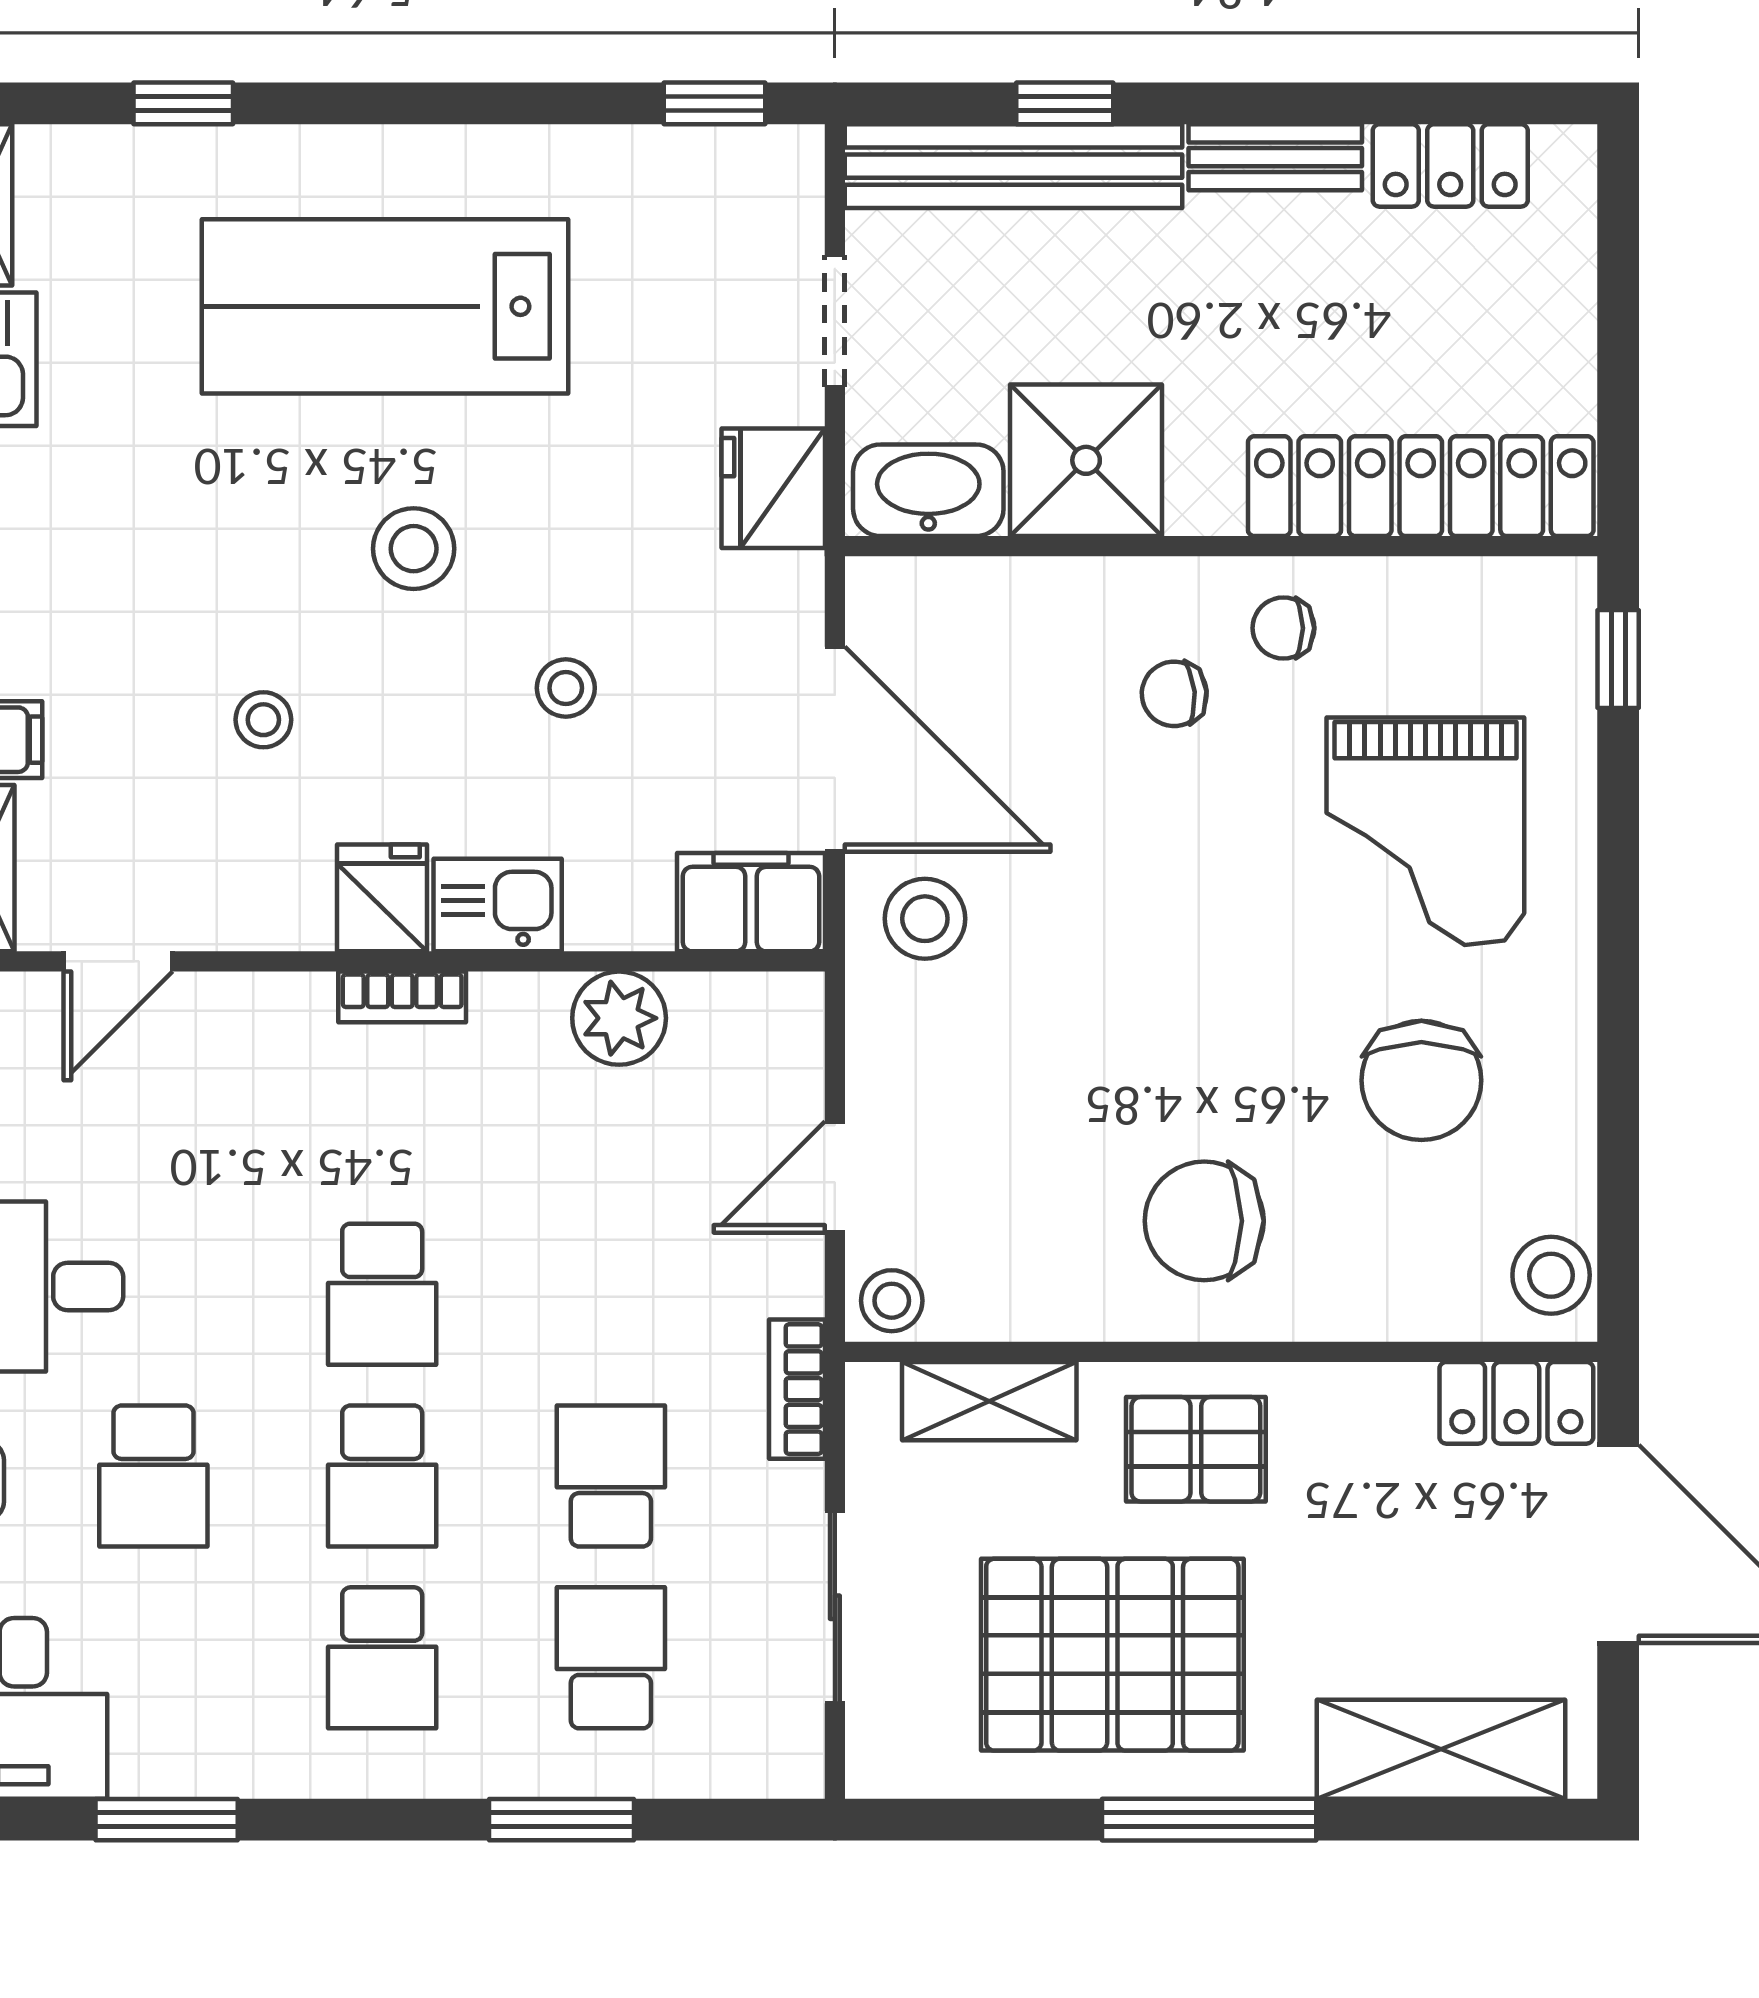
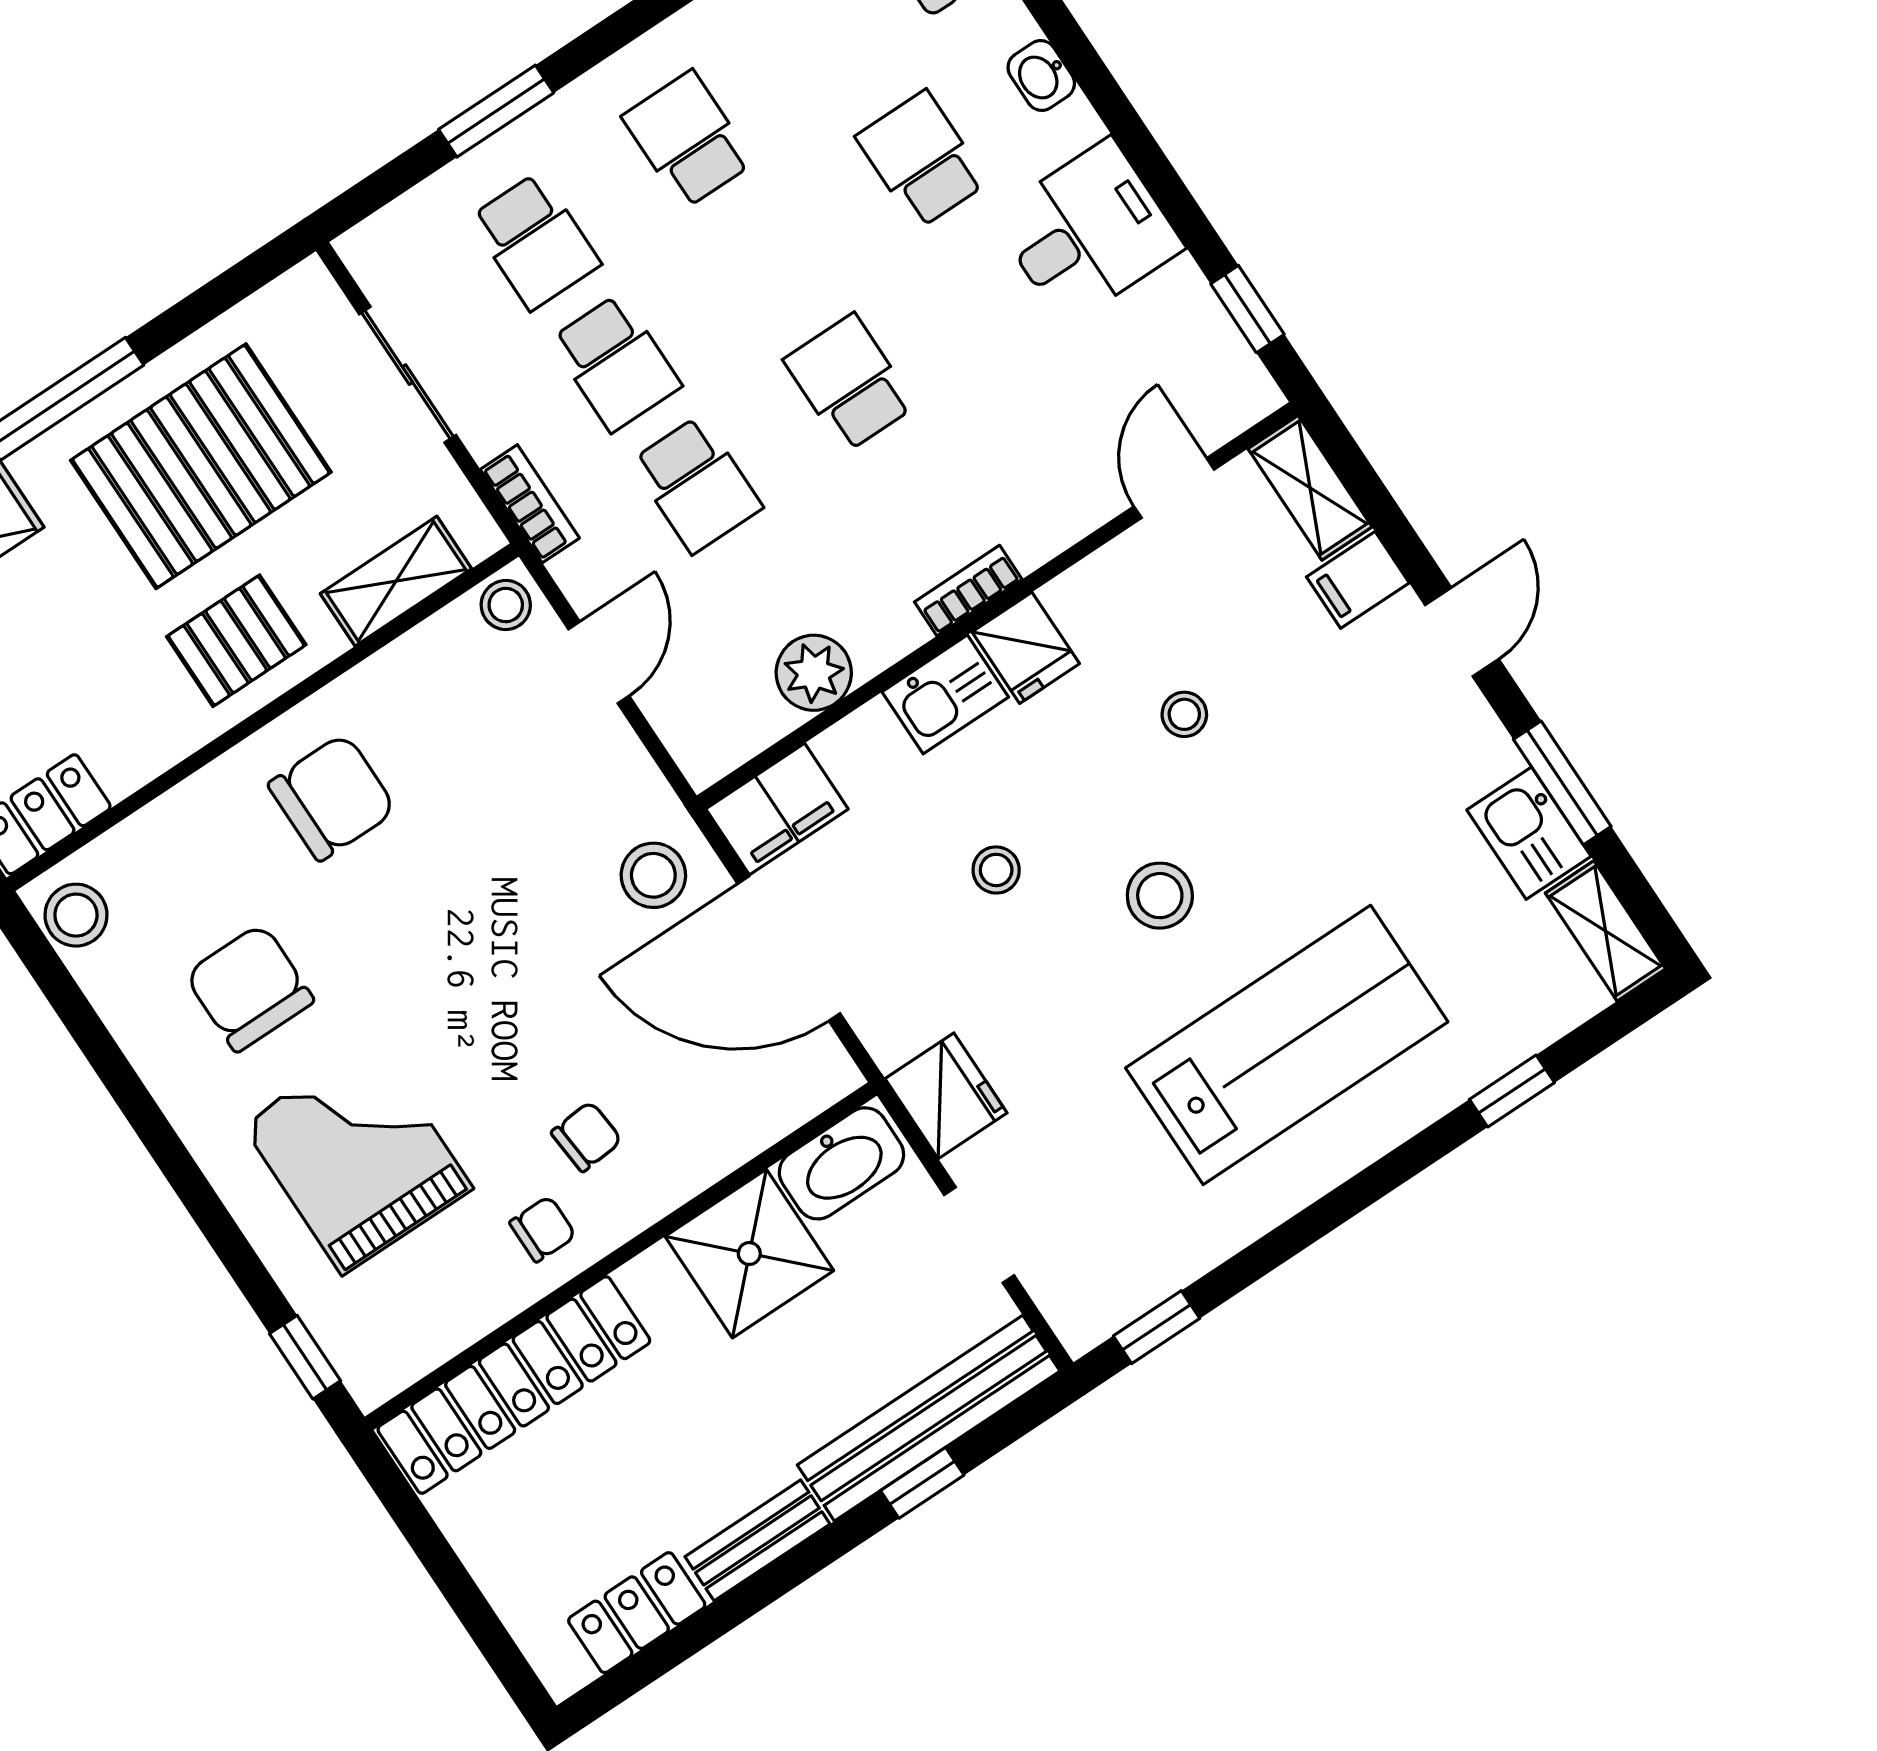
school desk: (382, 1476) -> (697, 484), moved, turned 180

